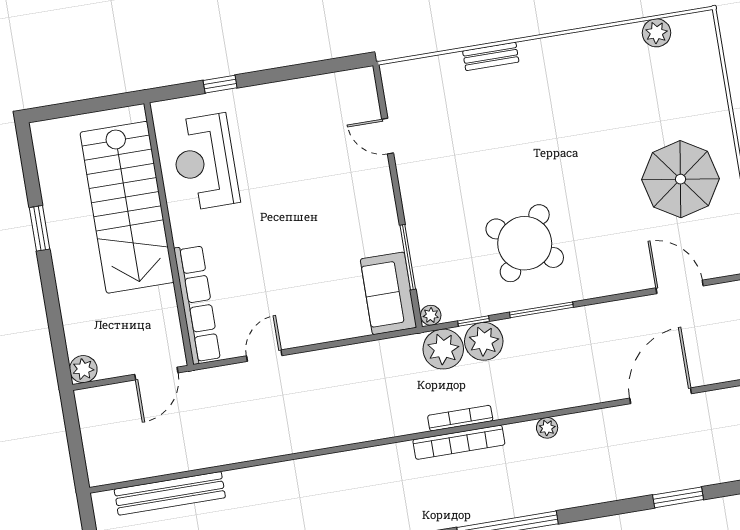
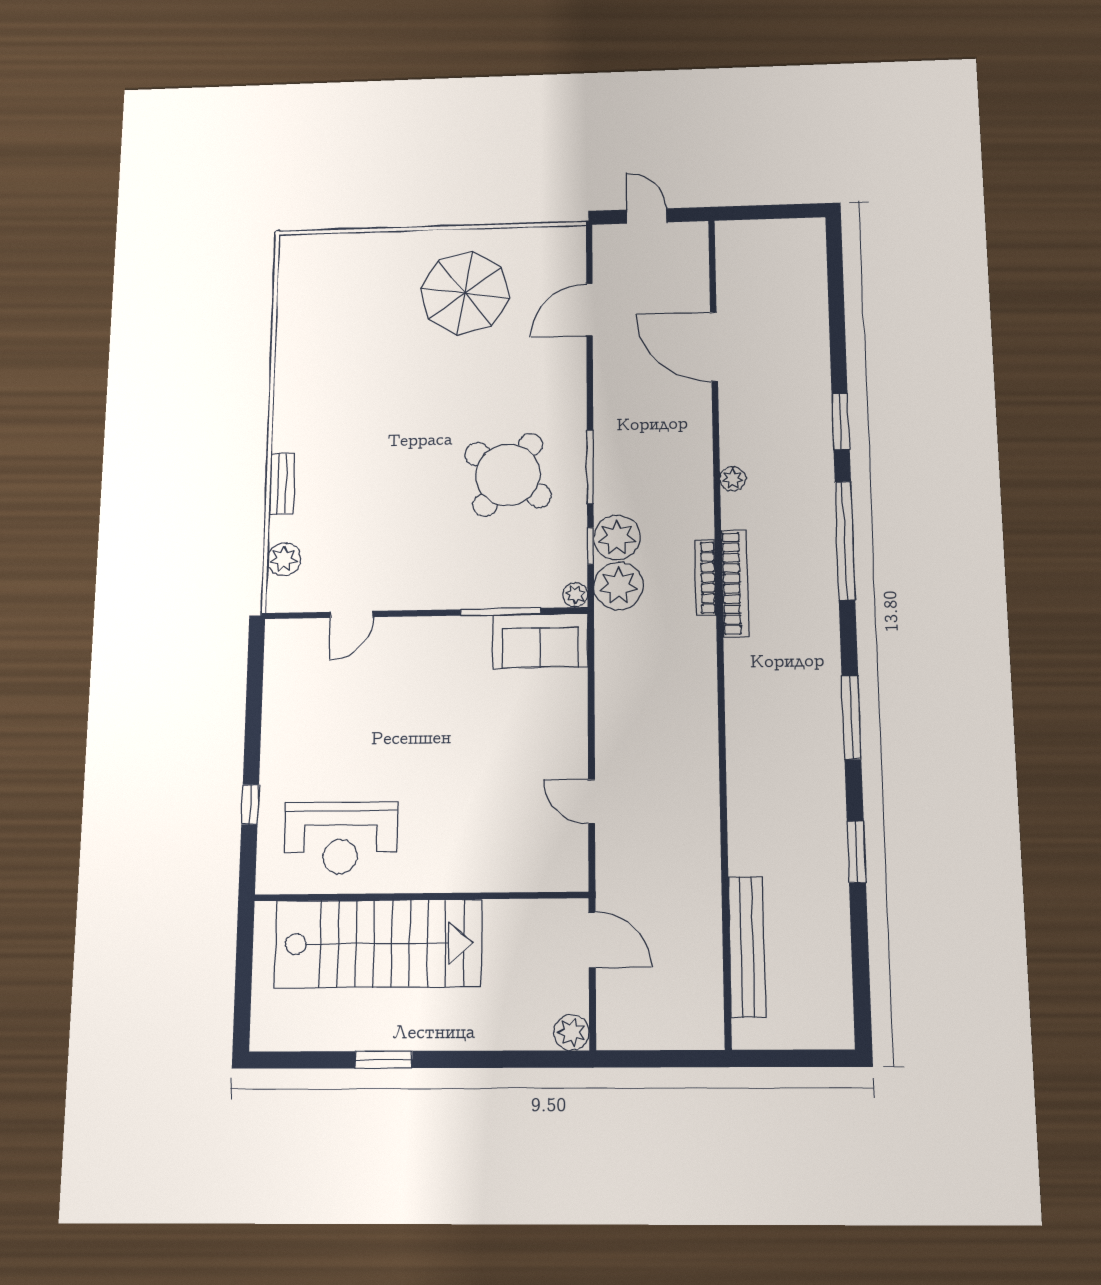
plant: (656, 33) -> (284, 559), moved
row of seats: (197, 304) -> (514, 875), removed
window: (678, 497) -> (841, 422), moved

